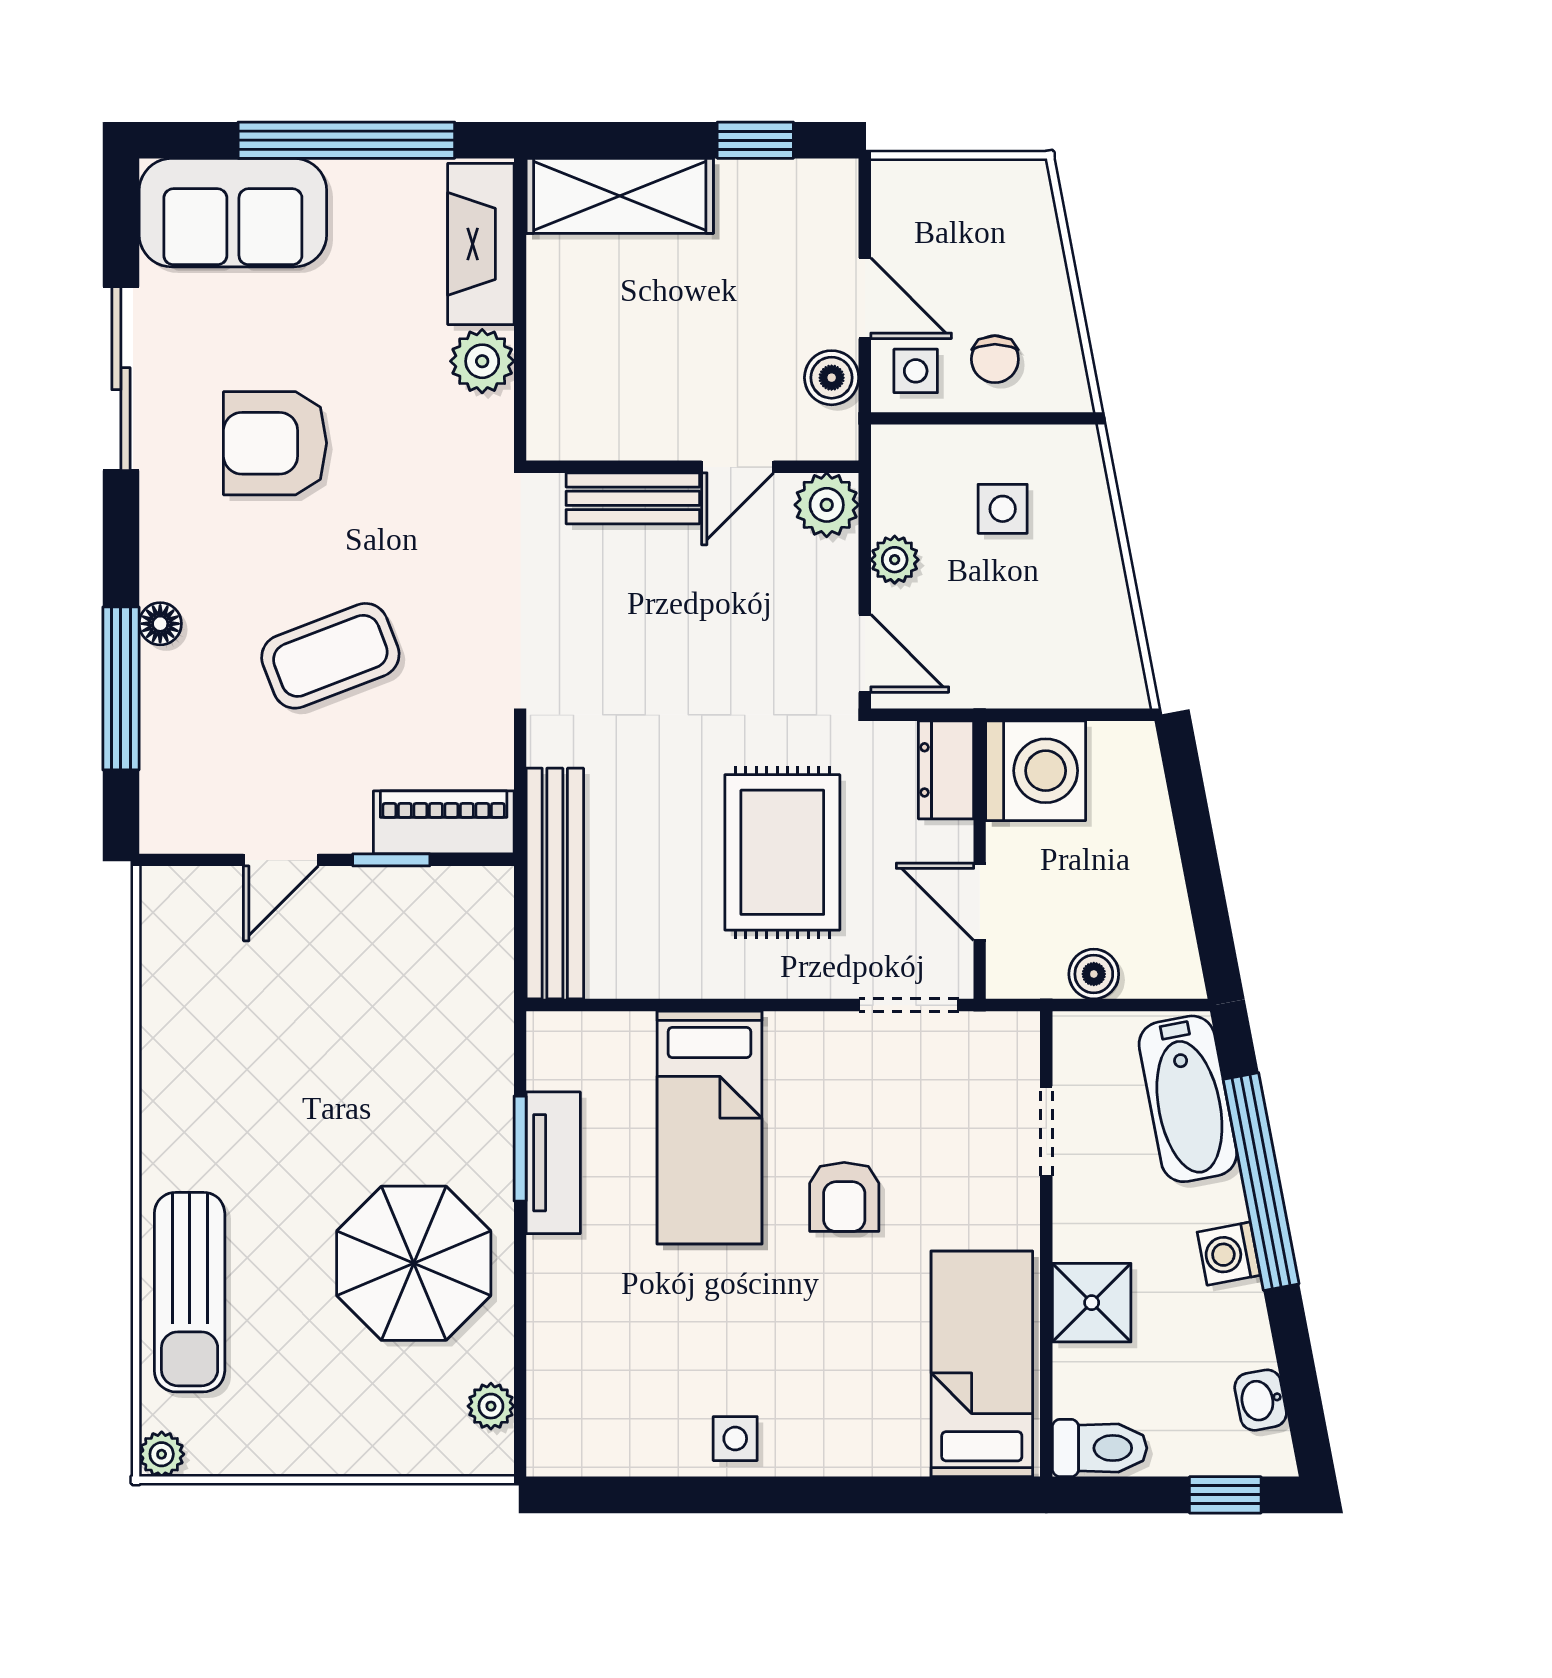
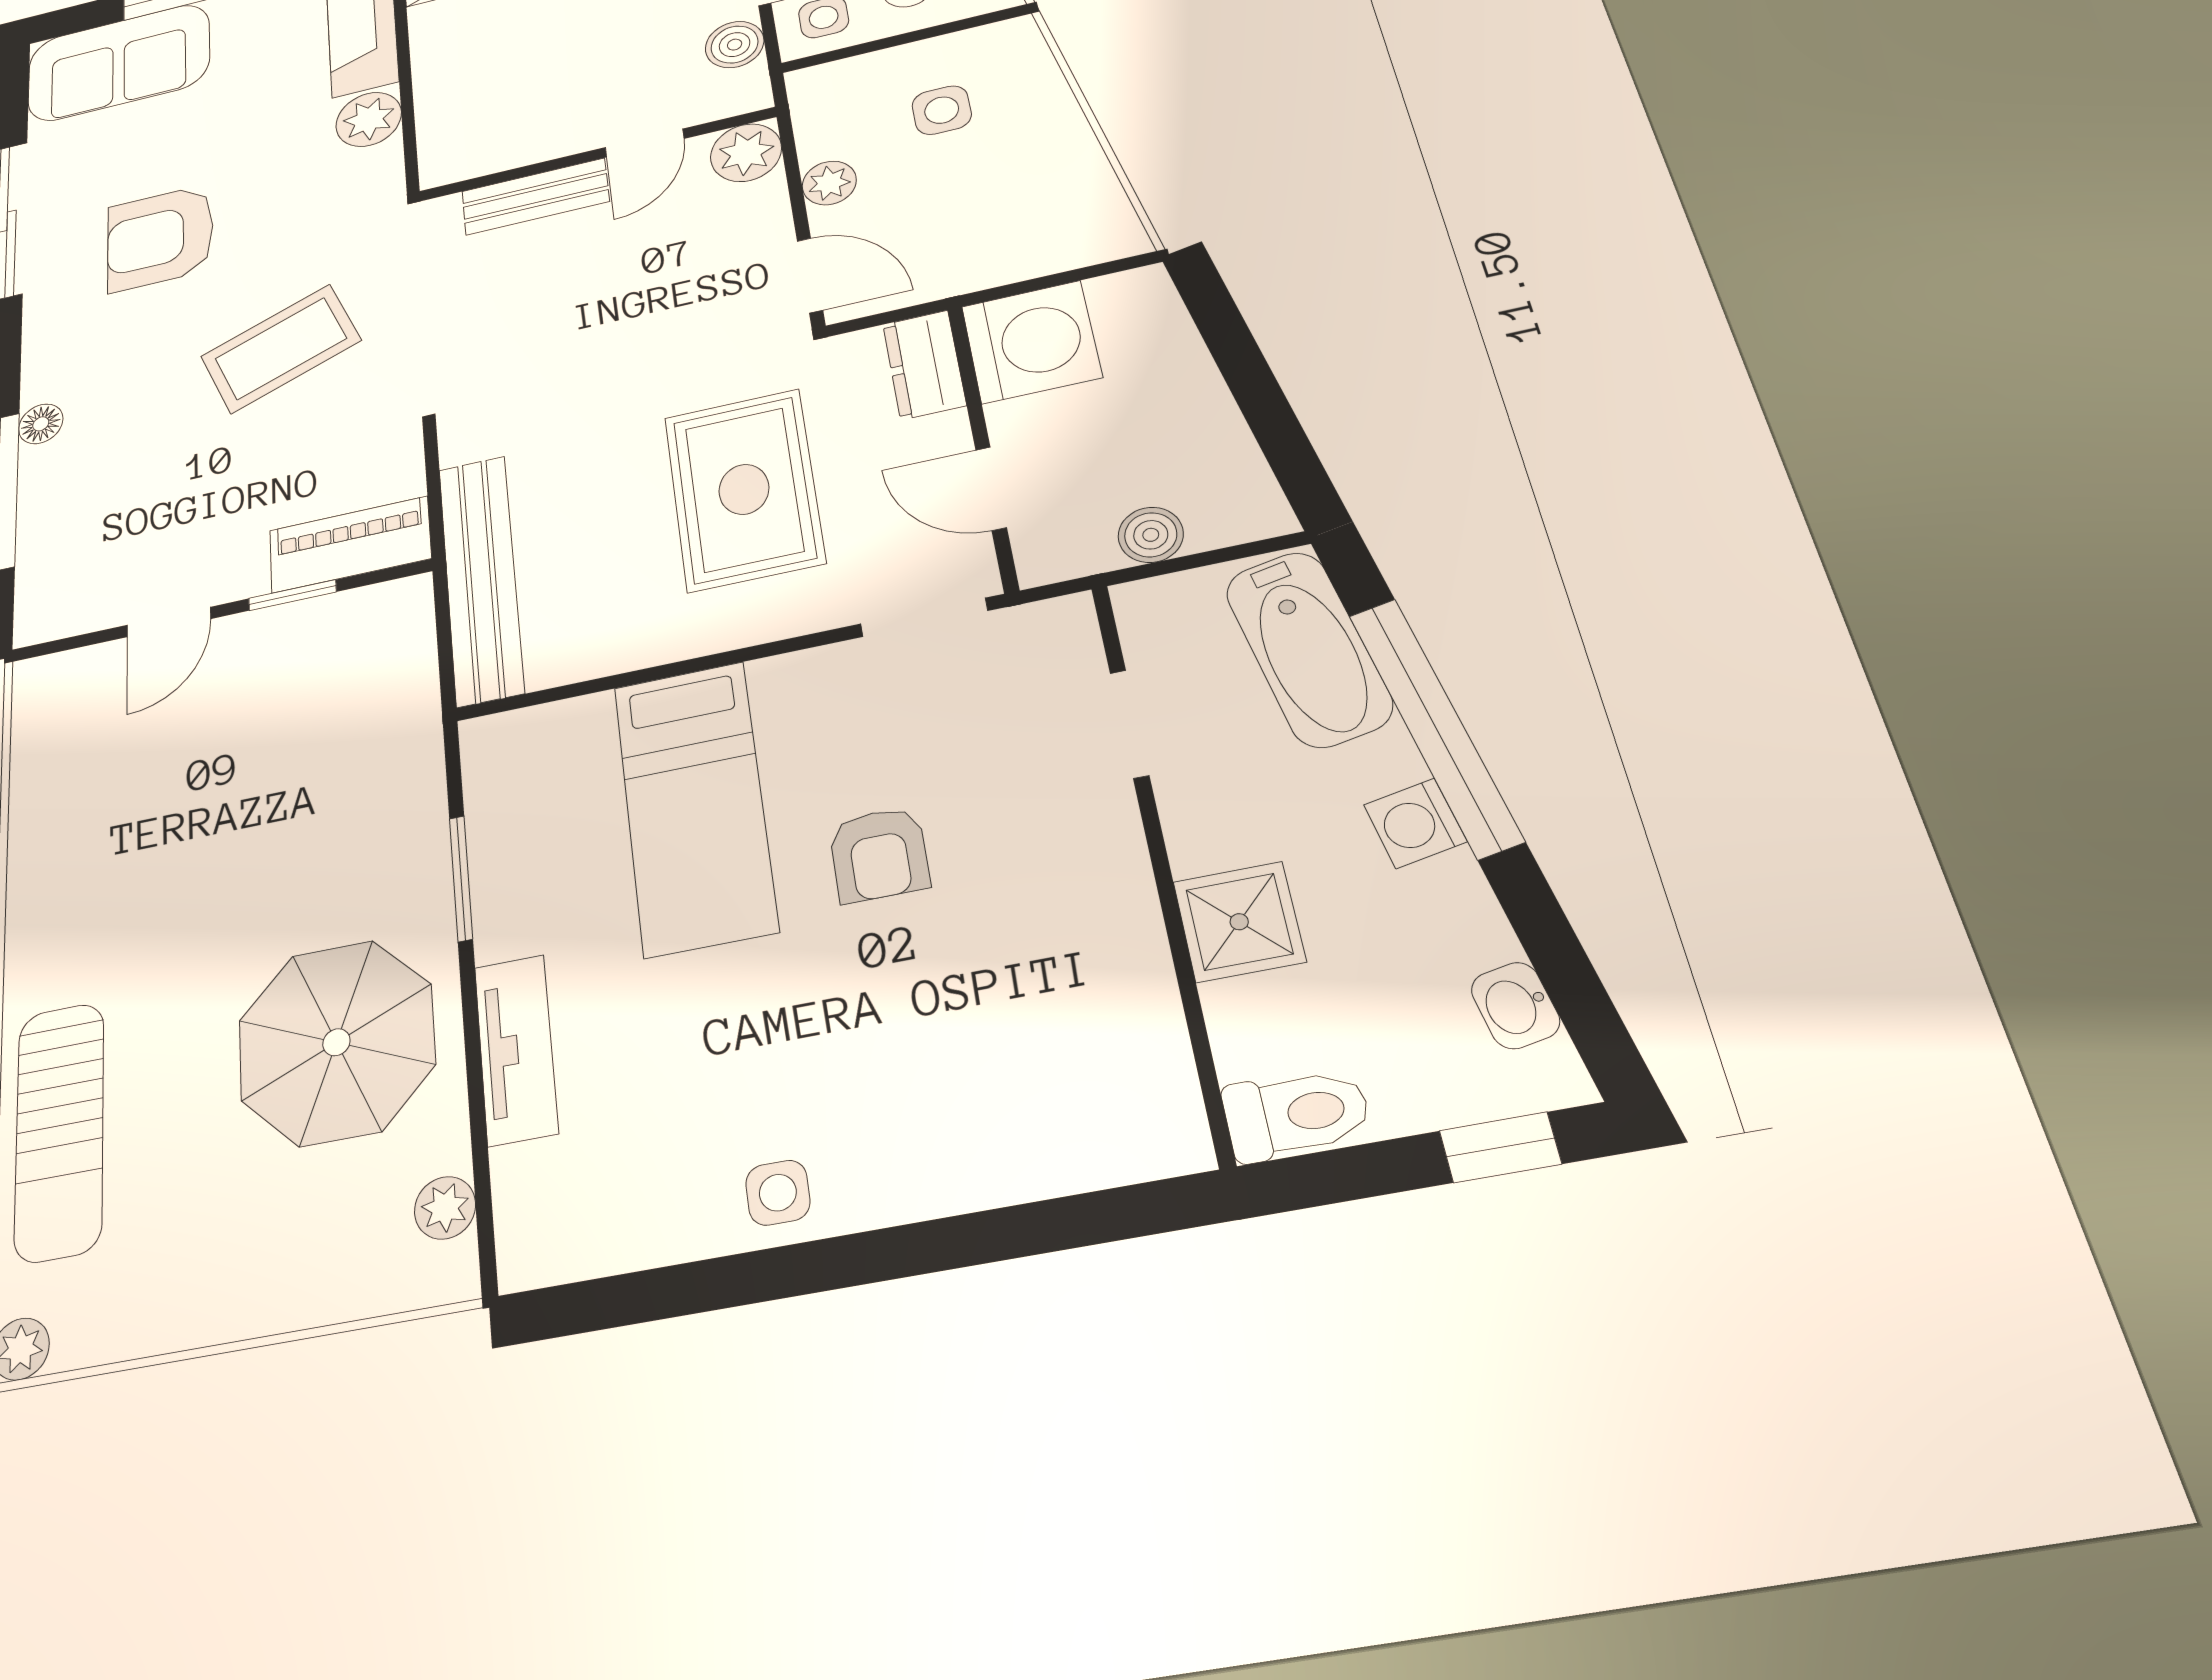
coffee table: (330, 656) -> (281, 348), moved
tv unit: (553, 1163) -> (516, 1049), moved
bed: (982, 1364) -> (1103, 1030), removed

